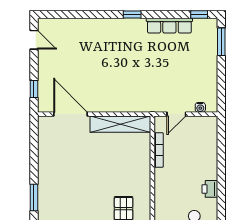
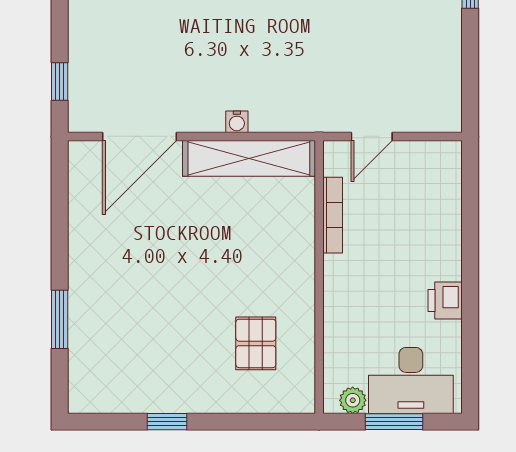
water cooler: (200, 107) -> (237, 122), moved
door: (70, 114) -> (140, 136), swing flipped

